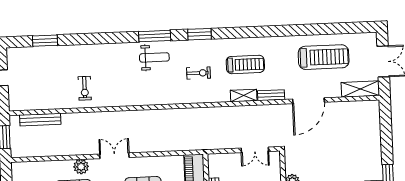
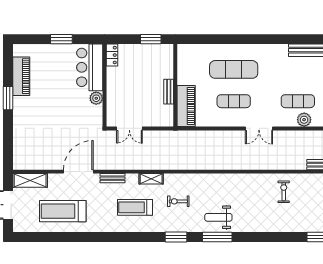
shelving: (244, 96) -> (151, 179), moved
double door: (255, 150) -> (129, 128), swing flipped
plant: (81, 167) -> (304, 120), moved

